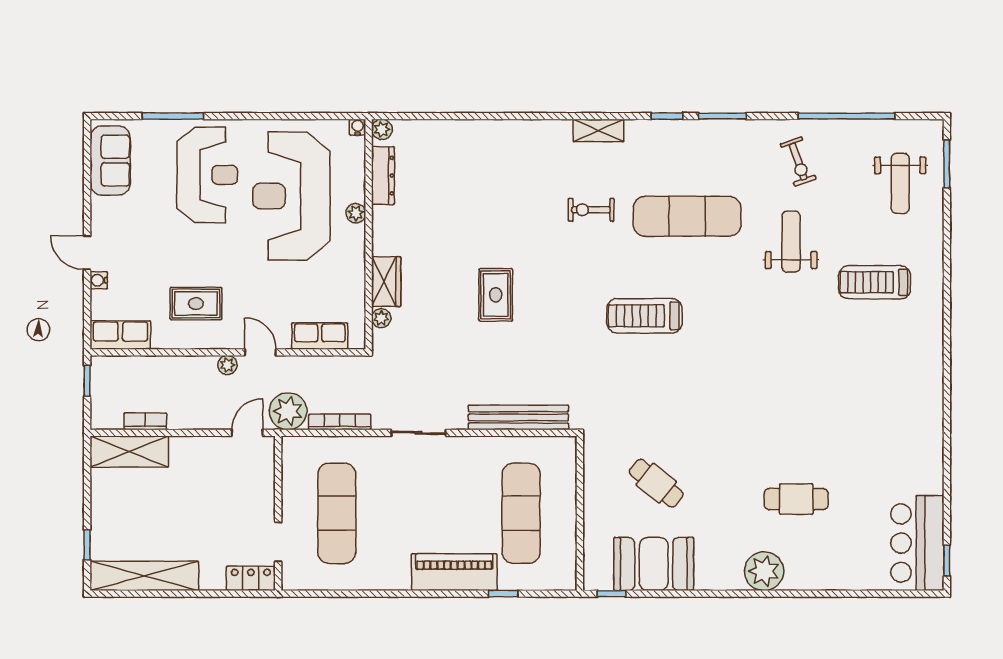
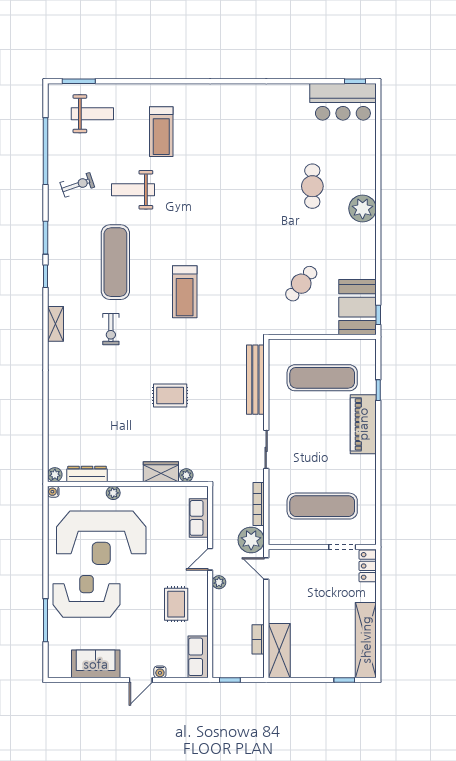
sofa: (110, 161) -> (96, 664), moved
booth: (654, 564) -> (358, 307), moved

